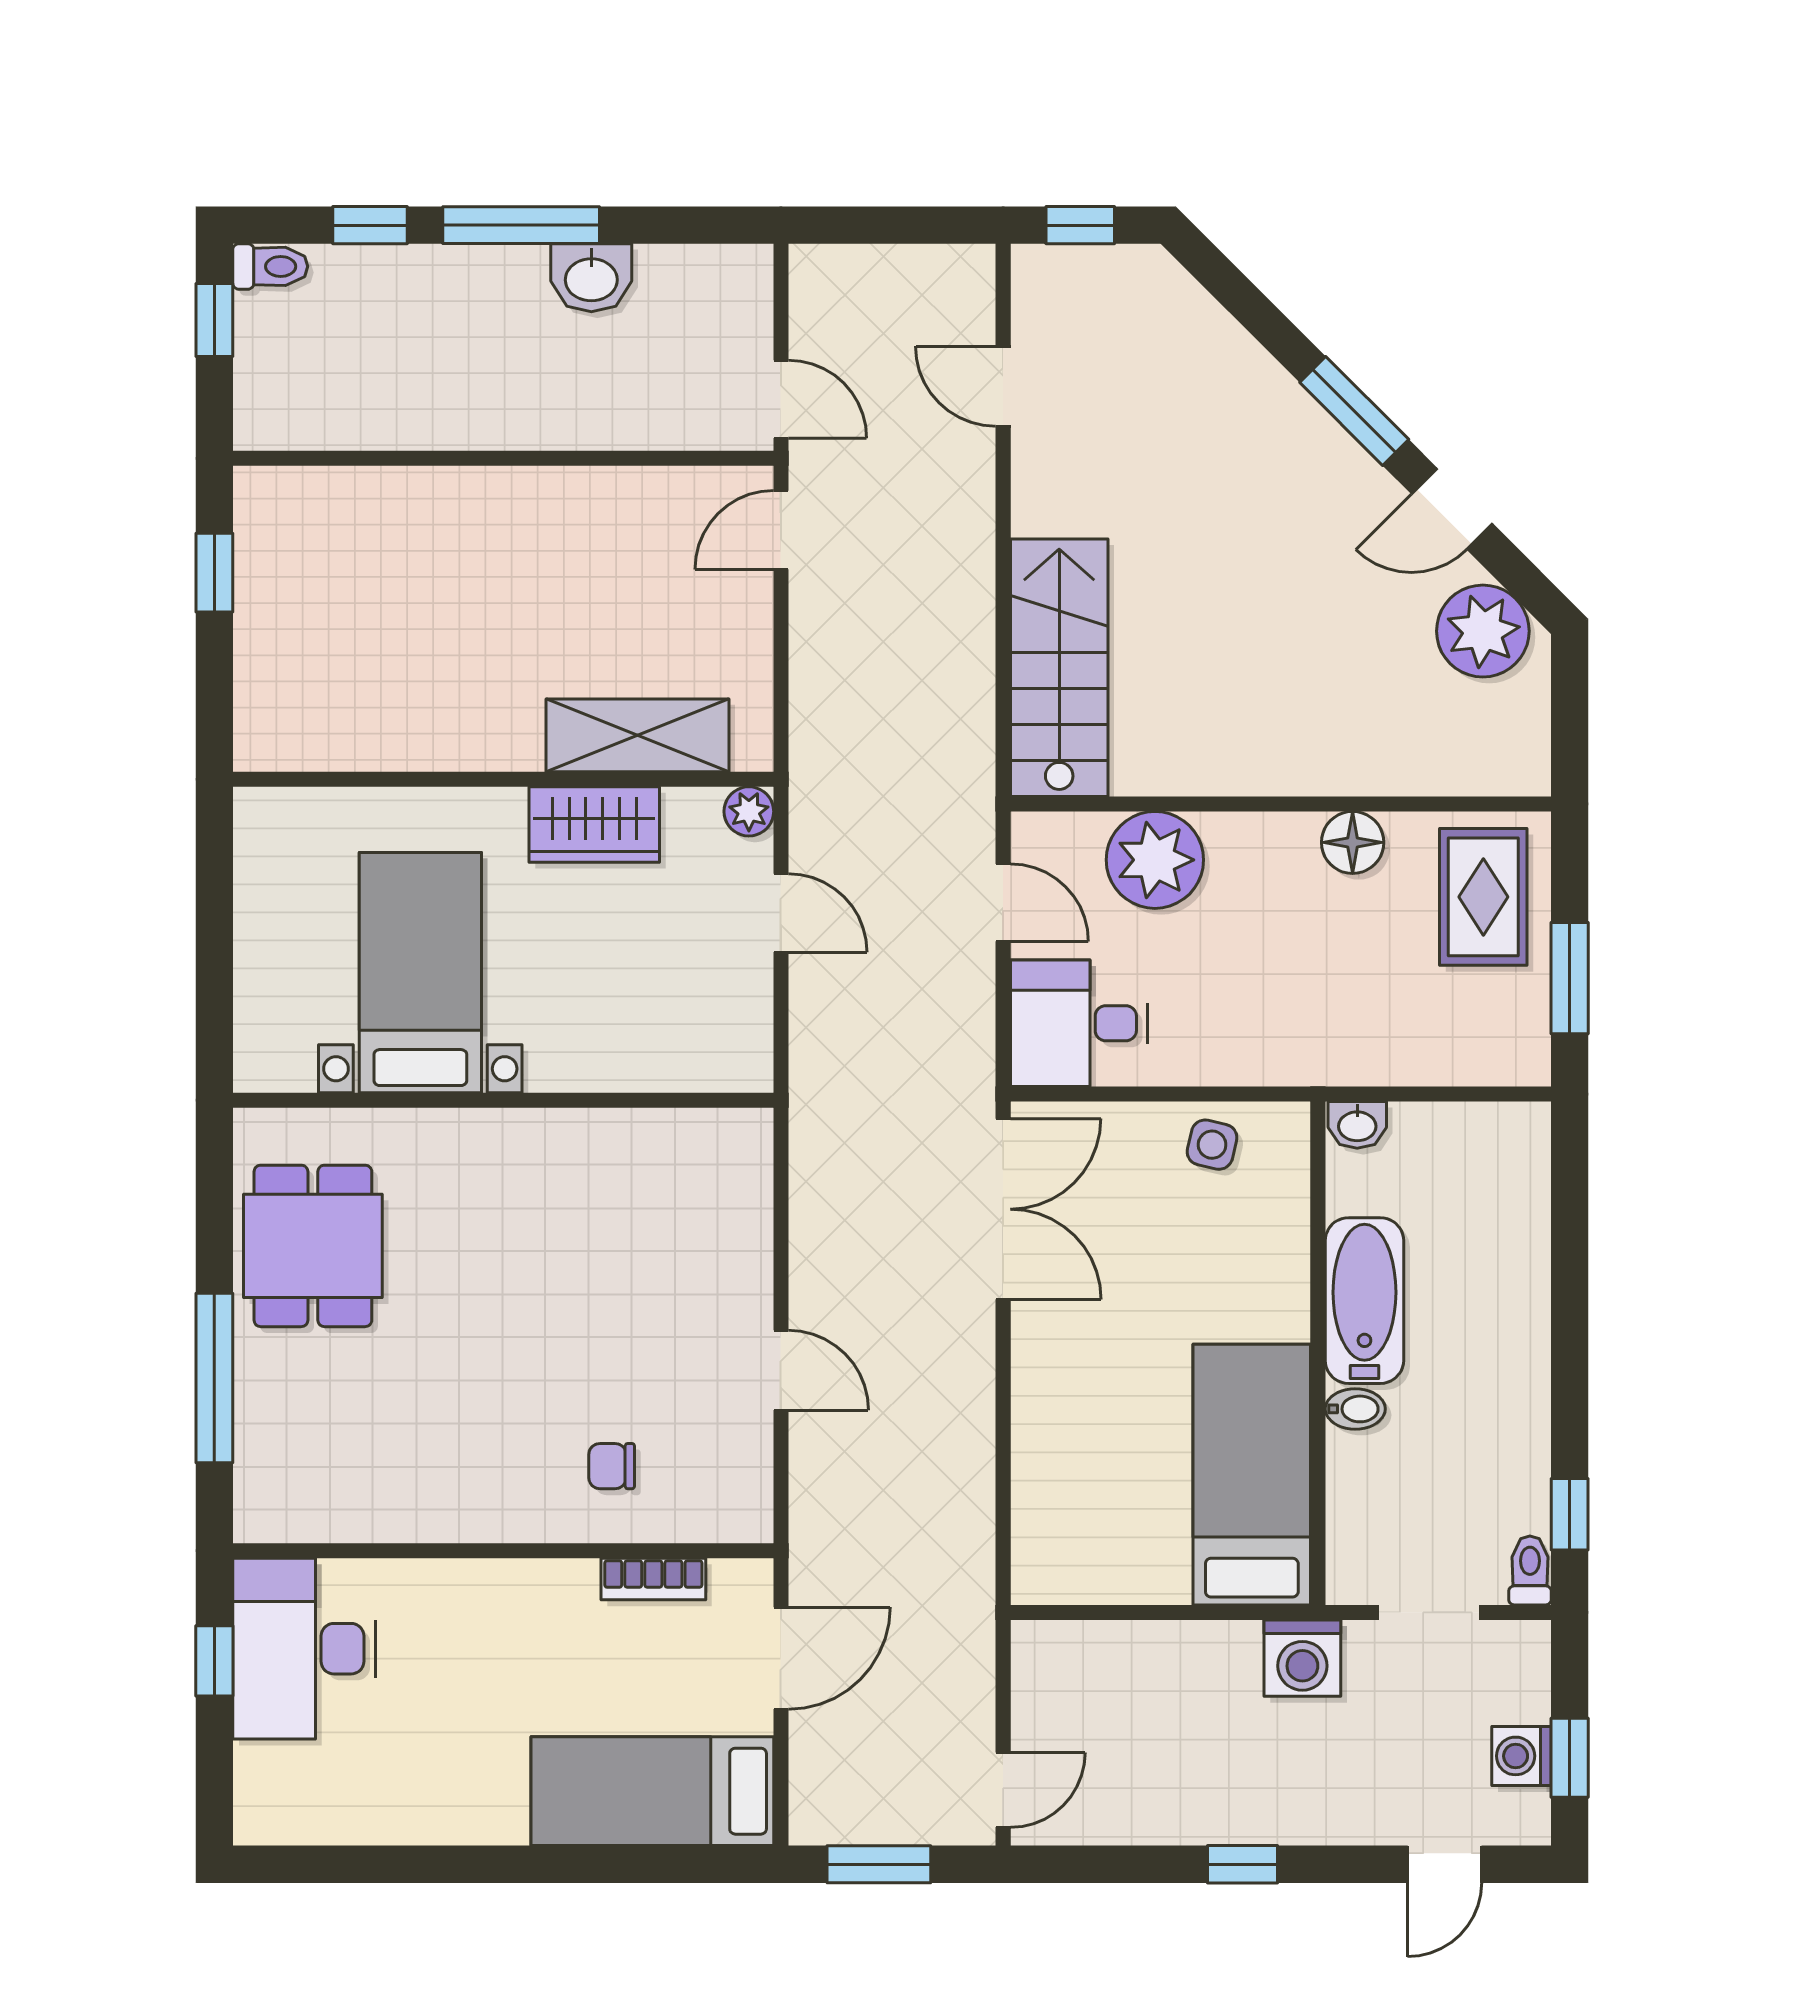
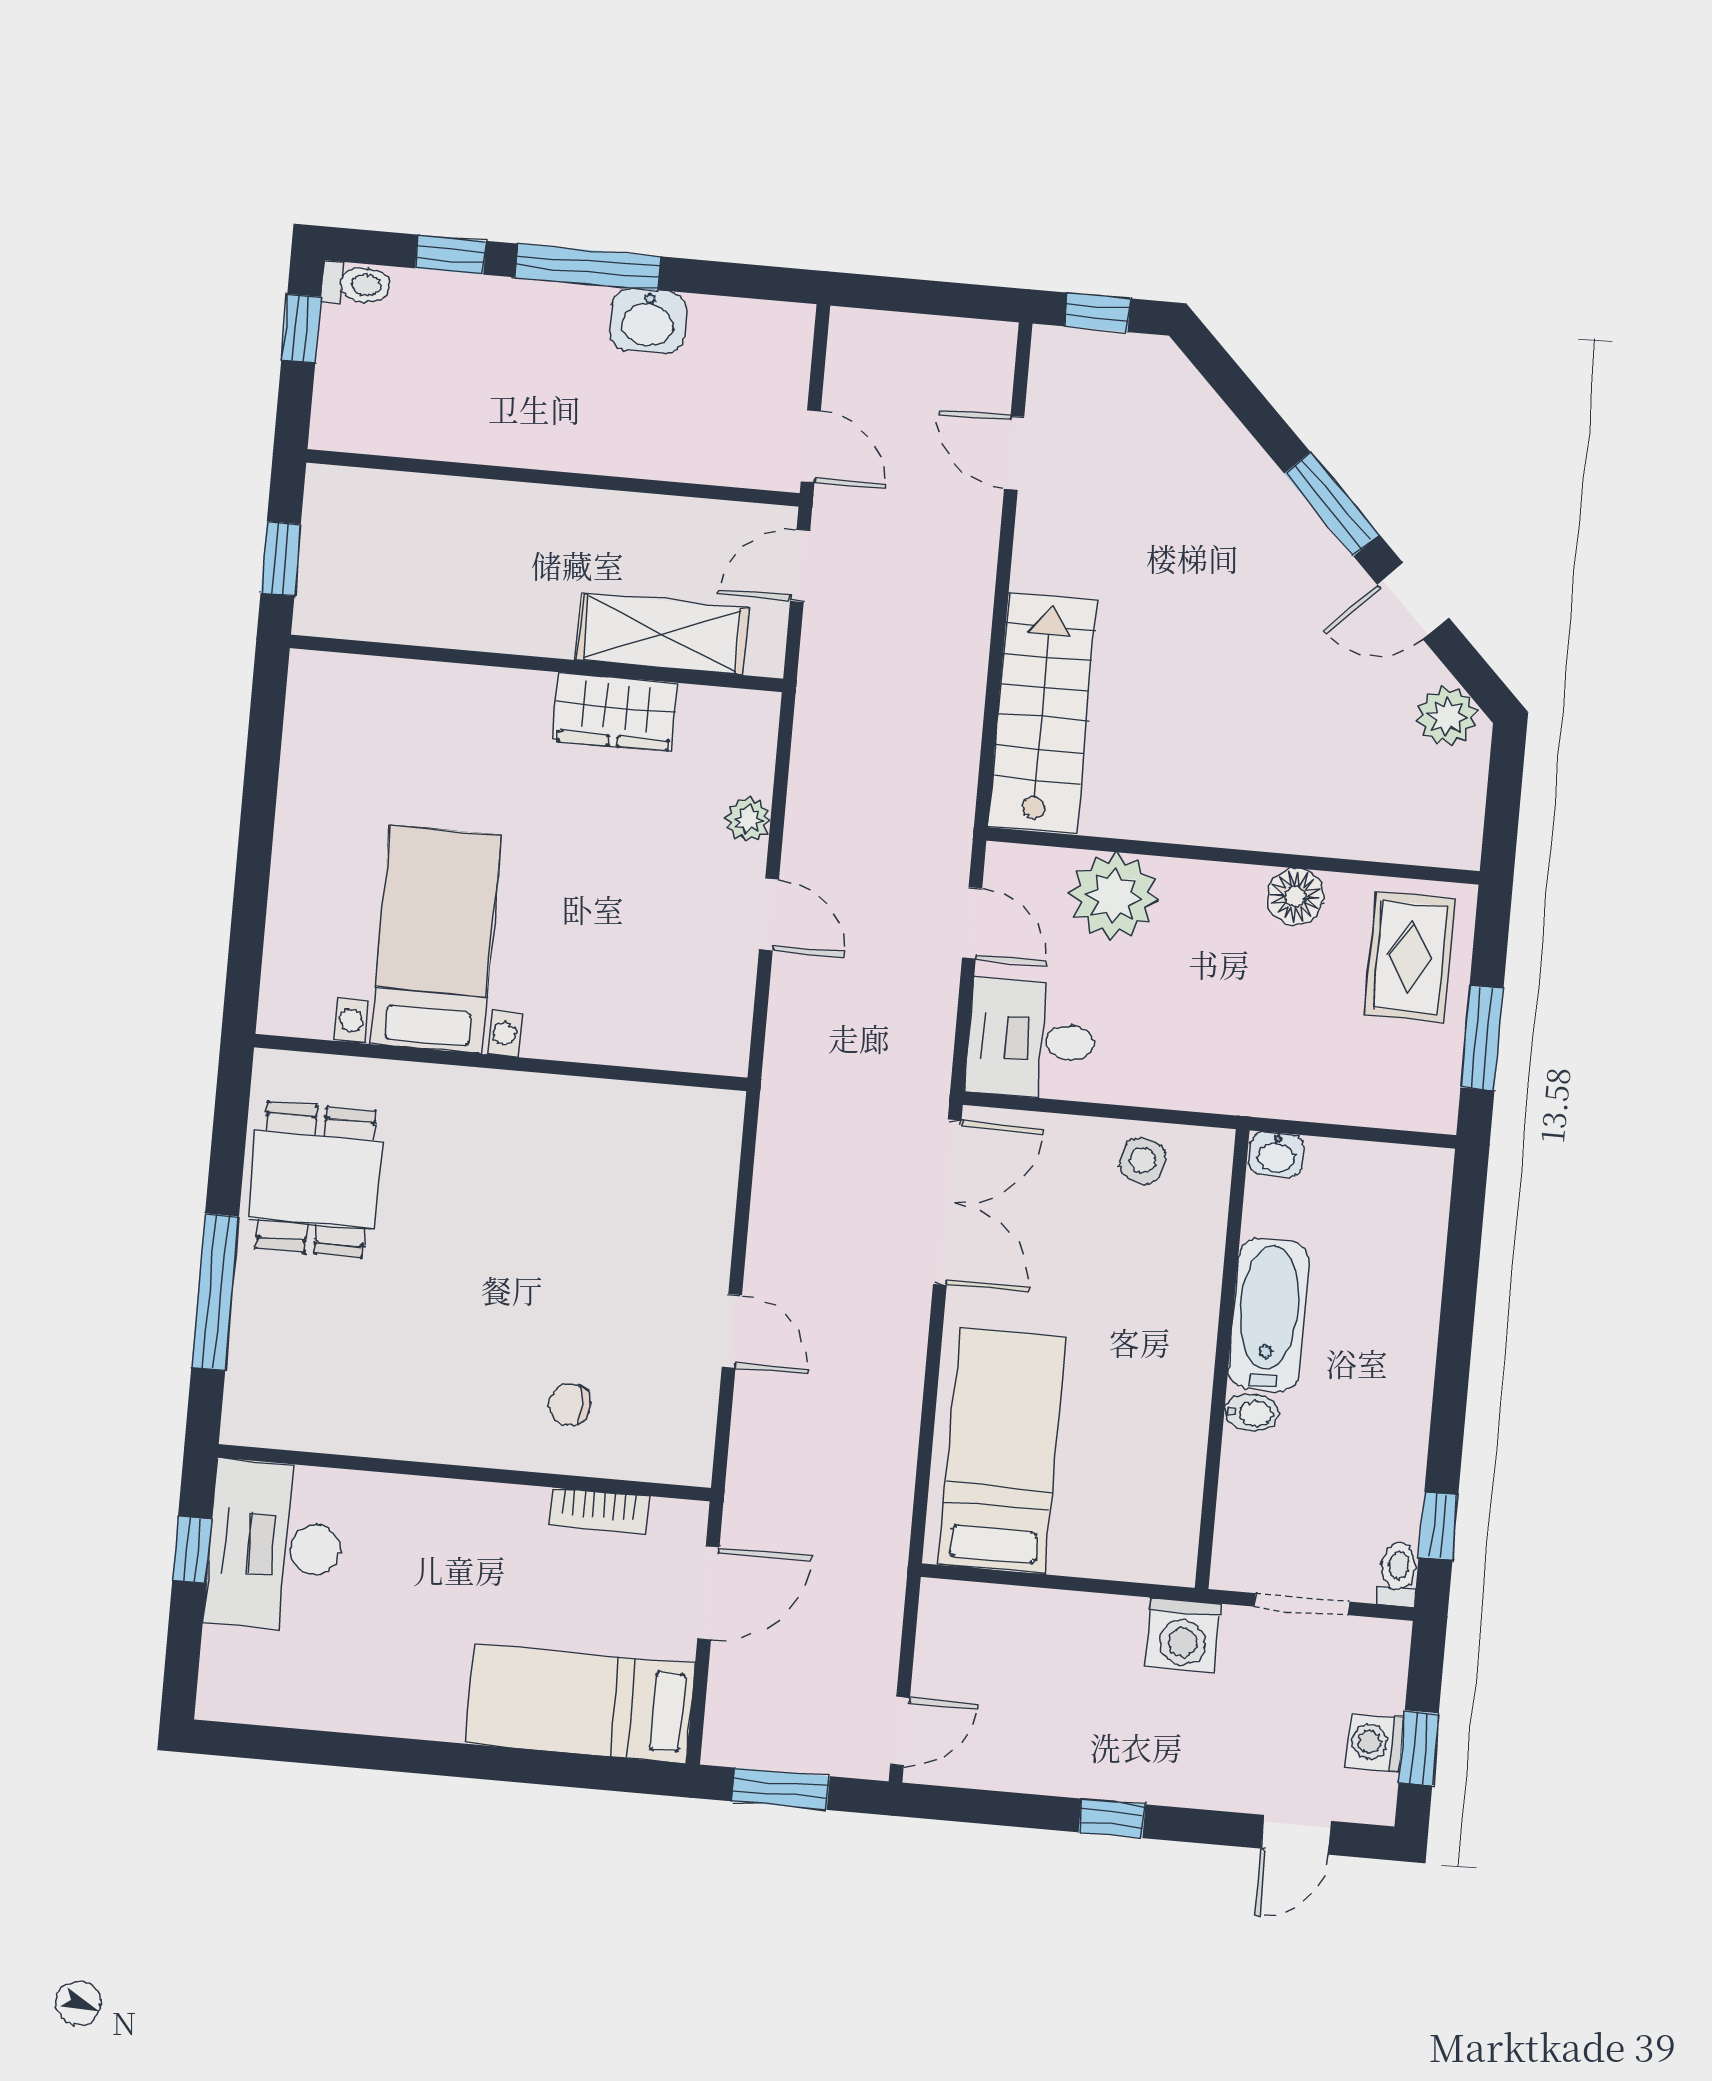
plant: (1483, 631) -> (1447, 716), width x0.73, depth x0.73
shelving: (637, 735) -> (662, 634), moved
wall: (503, 779) -> (536, 663), moved
wardrobe: (594, 824) -> (616, 712), moved
bed: (1252, 1475) -> (1002, 1451), moved

